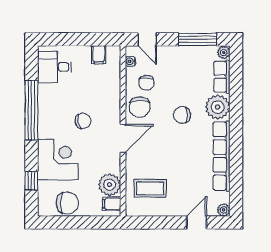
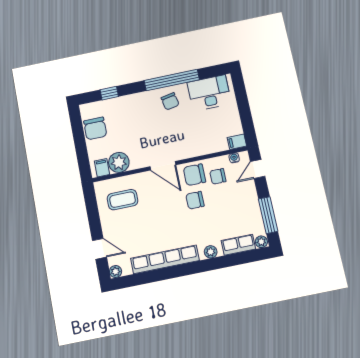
filing cabinet: (99, 55) -> (237, 142), moved
desk: (54, 67) -> (209, 93), width x1.37
plant: (218, 107) -> (211, 252), width x0.53, depth x0.53
chair: (182, 115) -> (195, 200), moved, turned -90
chair: (83, 121) -> (170, 101), moved
corner desk: (58, 160) -> (132, 112), removed
coffee table: (150, 188) -> (123, 200), turned 90

